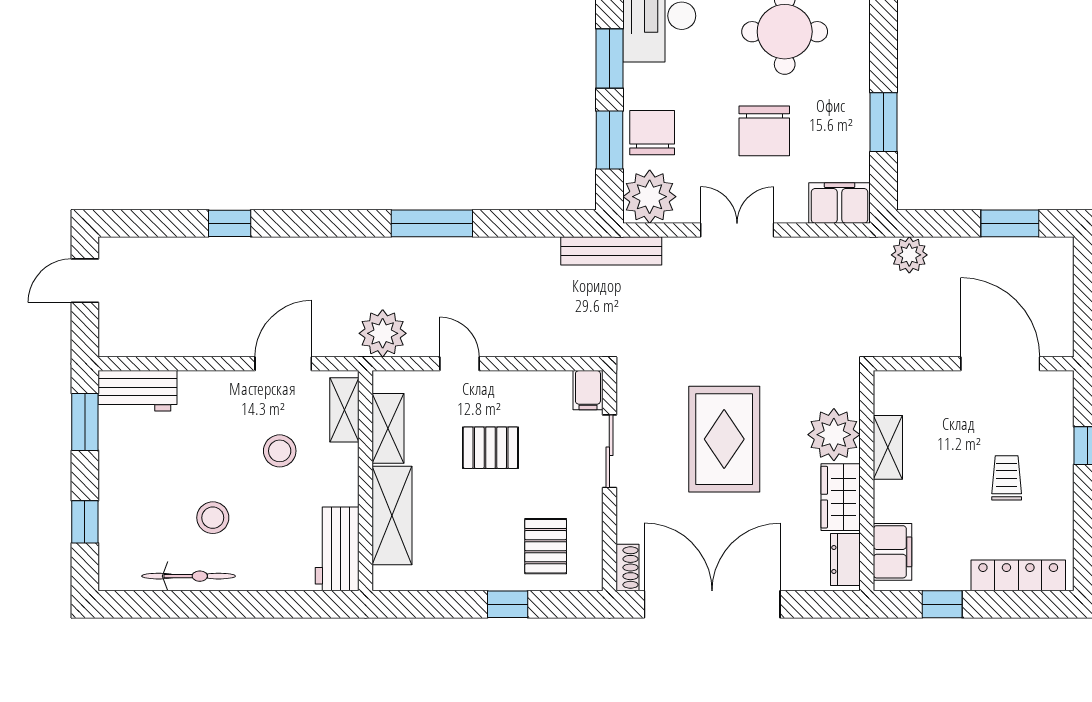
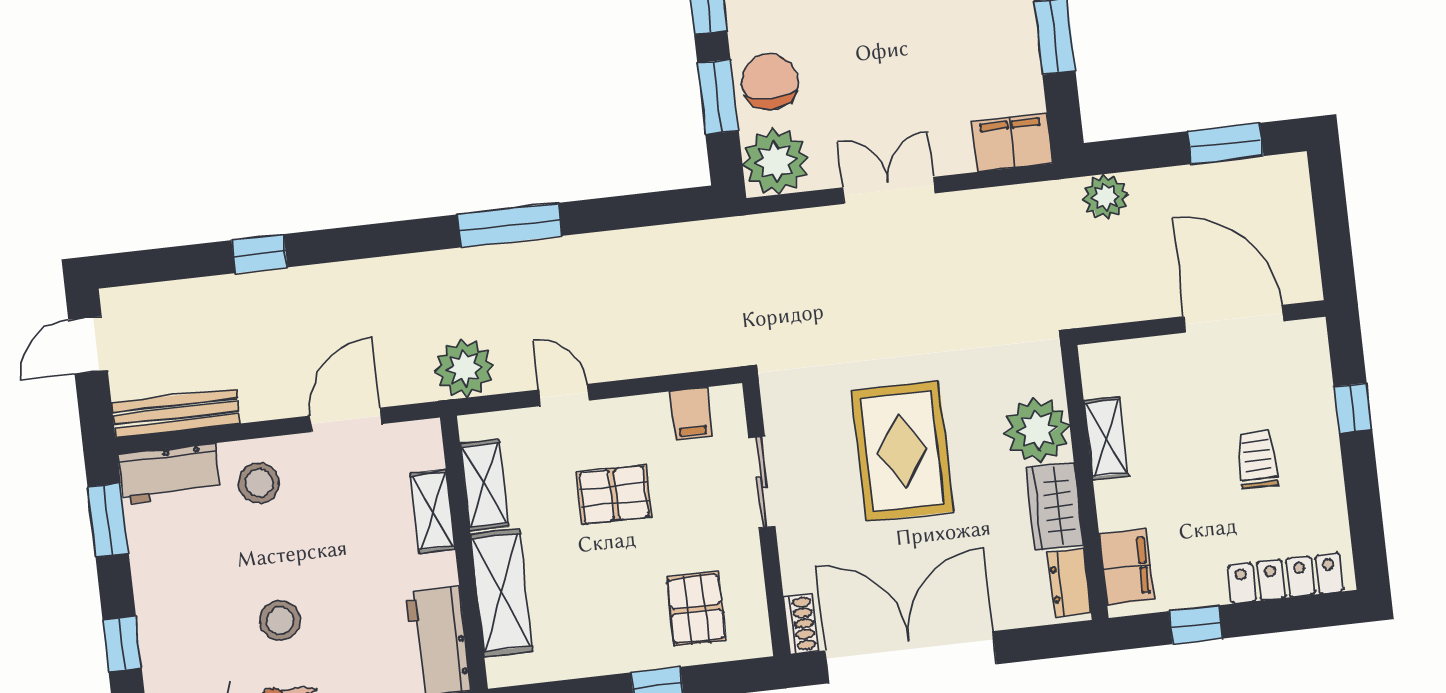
chair: (764, 131) -> (908, 64), removed
bench: (611, 251) -> (176, 413), moved
filing cabinet: (588, 390) -> (691, 414), moved
shelving: (344, 410) -> (433, 511), moved
stool: (280, 451) -> (259, 483), moved

